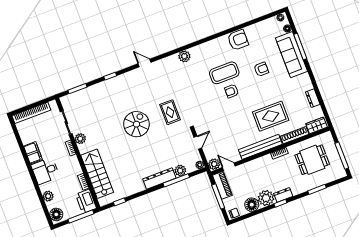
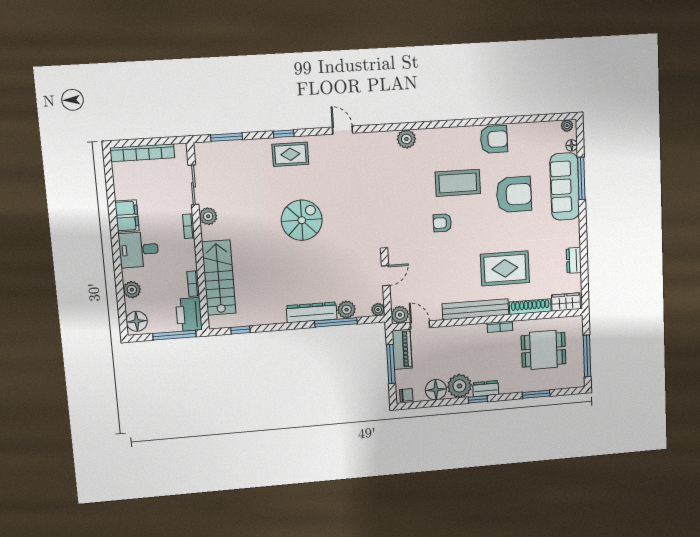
armchair: (261, 69) -> (514, 194), width x1.88, depth x1.88
armchair: (232, 91) -> (442, 223), moved
rug: (170, 112) -> (290, 154), moved, turned 90

